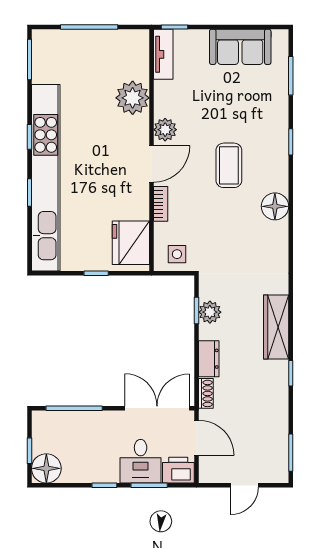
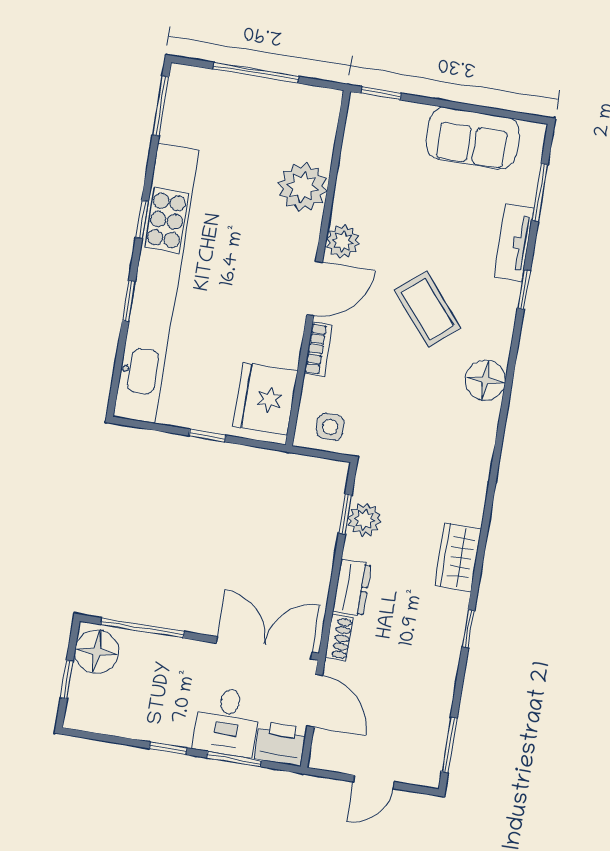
tv unit: (163, 54) -> (514, 242), moved, turned 180
coffee table: (229, 165) -> (428, 309), turned -40
wardrobe: (276, 327) -> (458, 557), width x0.67
floor lamp: (46, 468) -> (97, 652), moved

